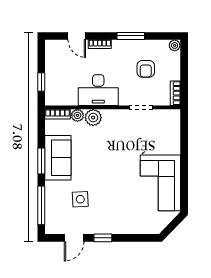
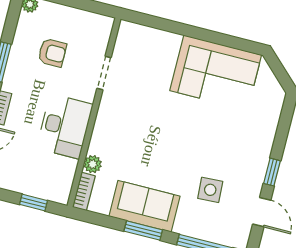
bookcase: (175, 93) -> (97, 20), removed
plant: (93, 118) -> (101, 143), removed

